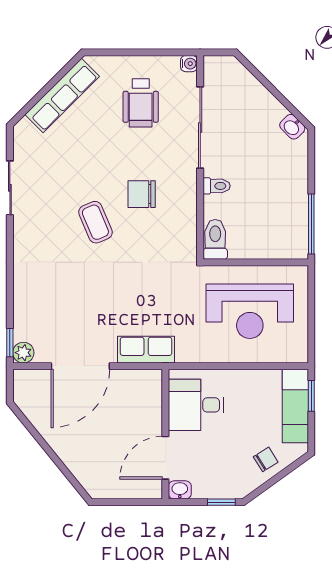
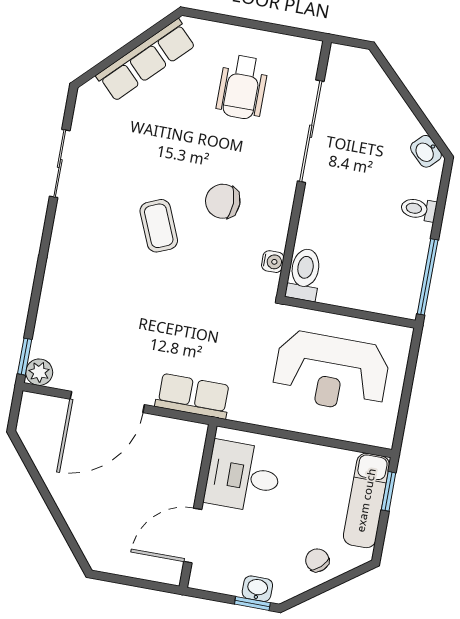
water cooler: (189, 64) -> (273, 262), moved
toilet: (217, 186) -> (419, 209), moved, turned 180
chair: (266, 459) -> (317, 560), turned -101
washbasin: (180, 490) -> (257, 589), moved

